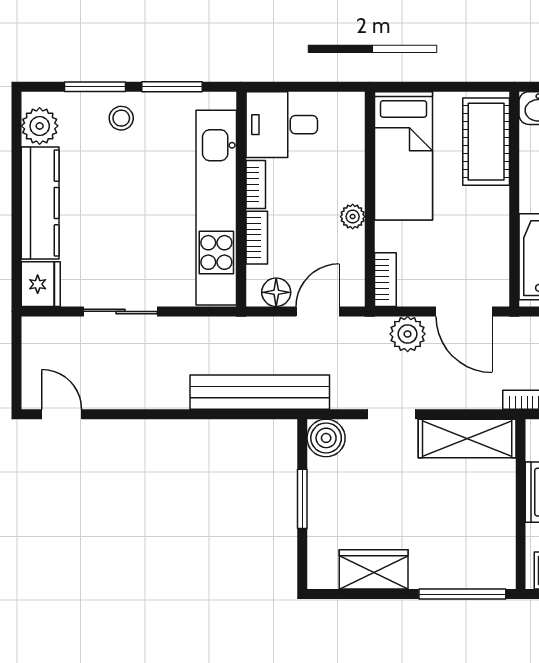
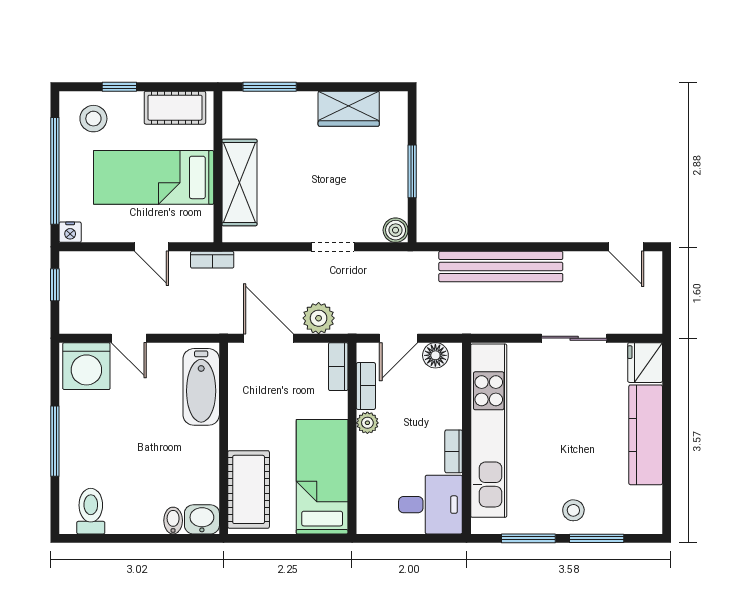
plant: (40, 126) -> (646, 503), removed
bookcase: (257, 238) -> (366, 386), moved, turned 180
bench: (260, 392) -> (501, 266), moved
boiler: (326, 438) -> (396, 230), width x0.73, depth x0.73
shelving: (467, 439) -> (239, 183), moved, turned 90
window: (462, 594) -> (270, 87), width x0.69

